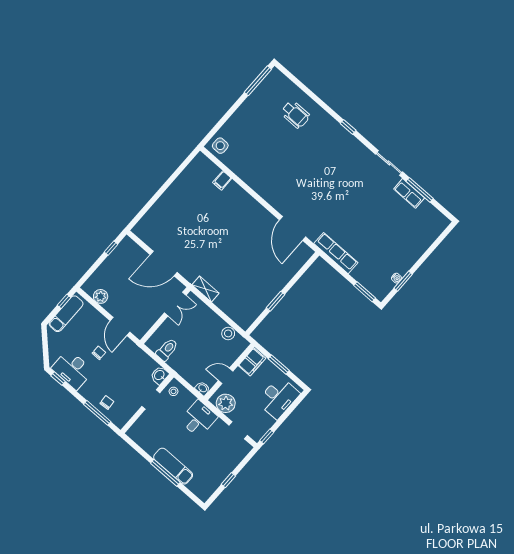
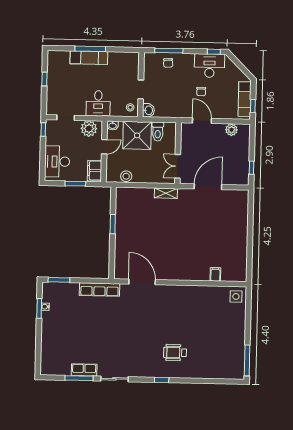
wheelchair: (295, 114) -> (175, 353), moved
shower: (188, 362) -> (137, 135), added

